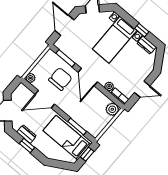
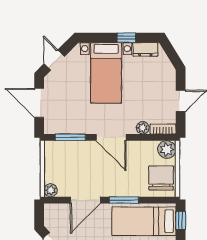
chair: (60, 79) -> (161, 178), moved
window: (77, 126) -> (124, 200), moved

